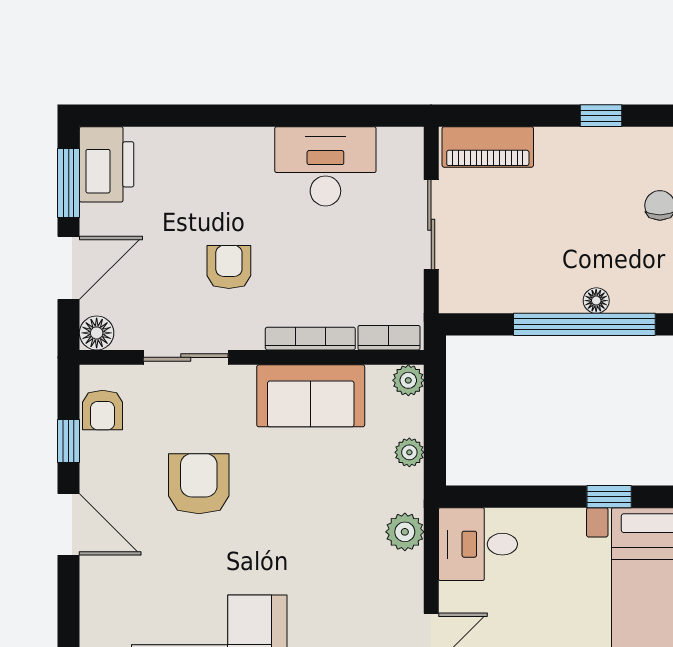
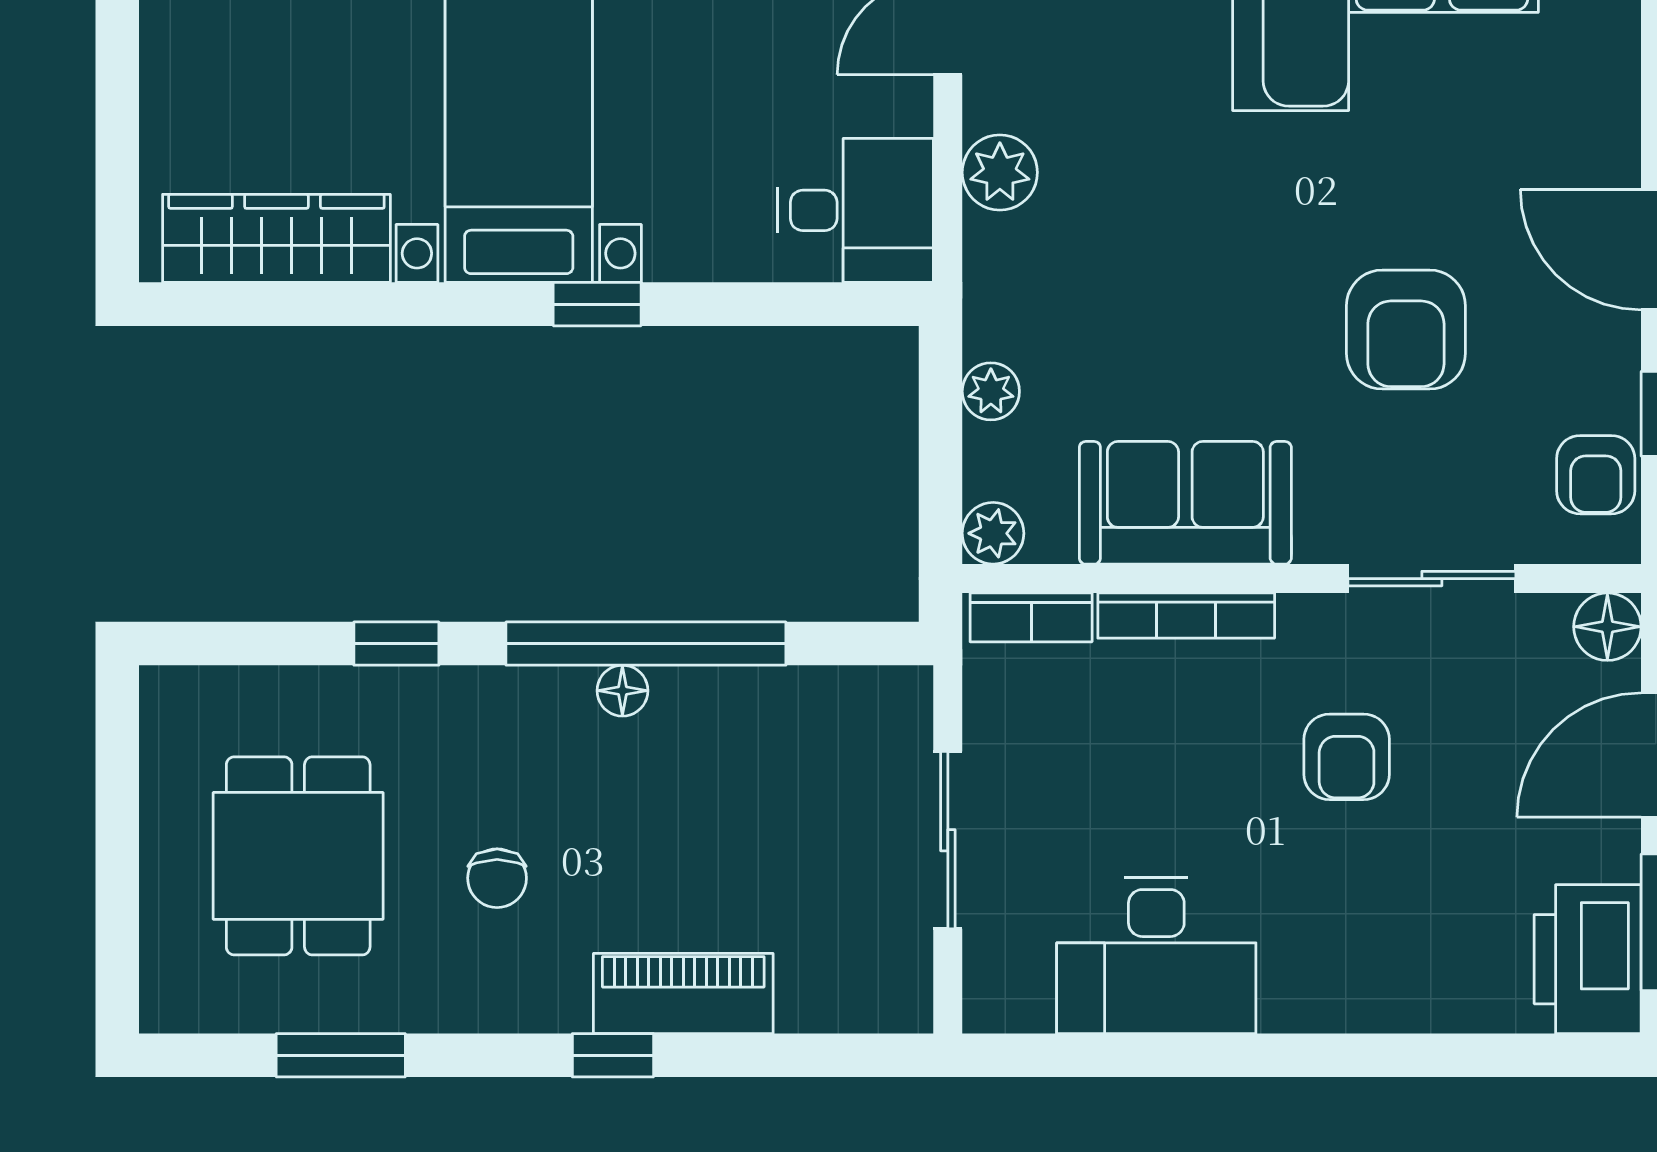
piano: (488, 147) -> (683, 993), moved
armchair: (103, 410) -> (1596, 475), turned 180
plant: (405, 532) -> (1000, 172), moved

